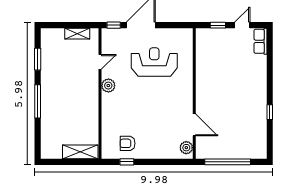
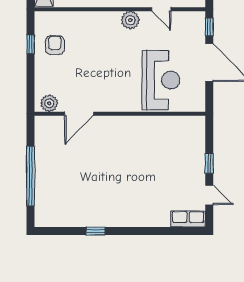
wall: (194, 94) -> (120, 114), moved
door: (194, 125) -> (79, 114), moved
plant: (186, 148) -> (49, 103), moved

